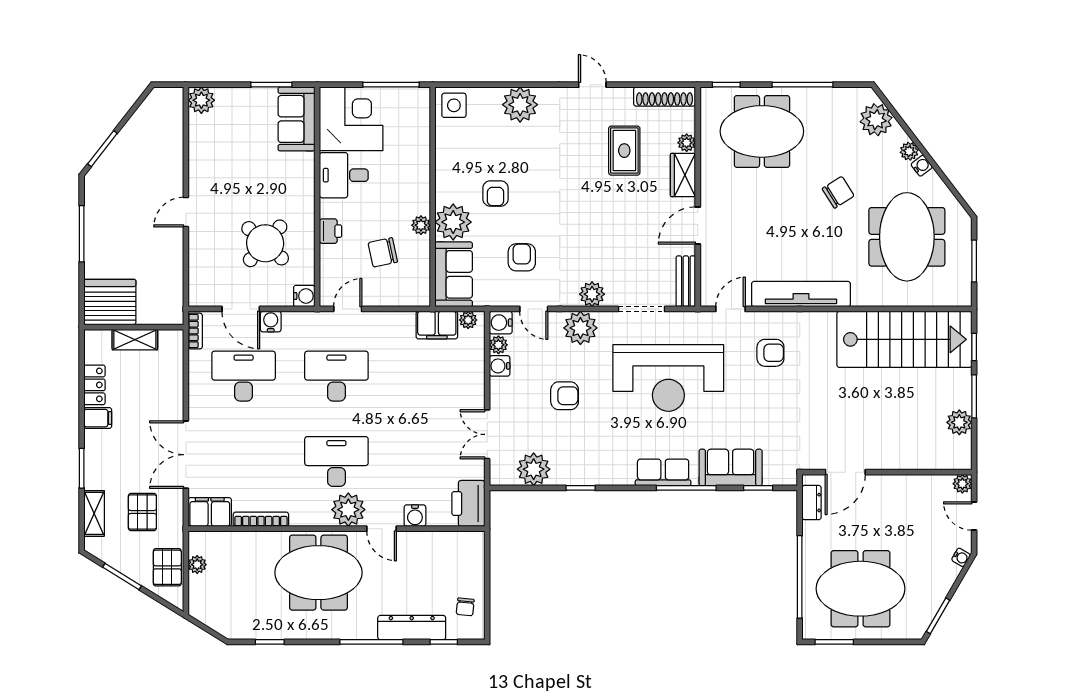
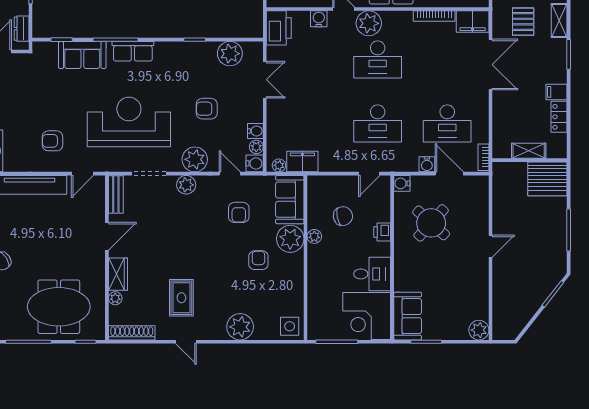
rug: (624, 151) -> (181, 298), moved

